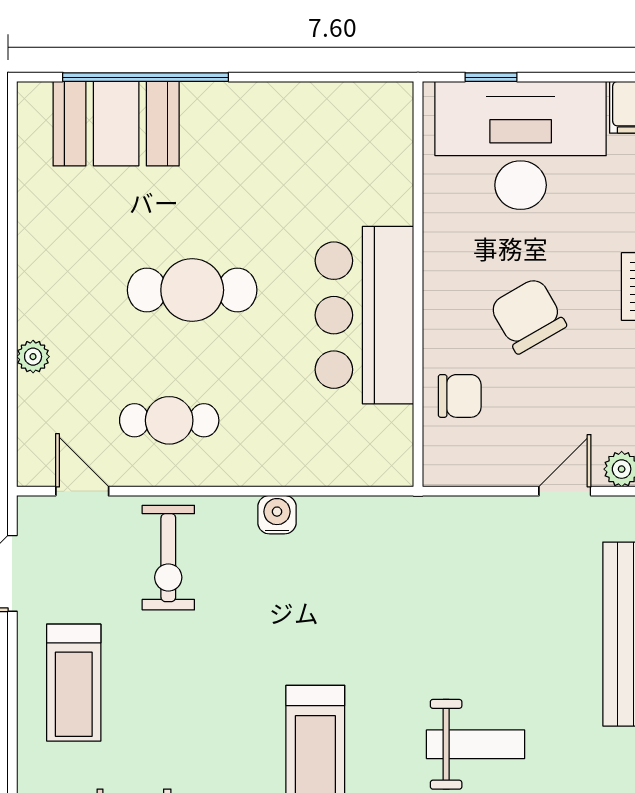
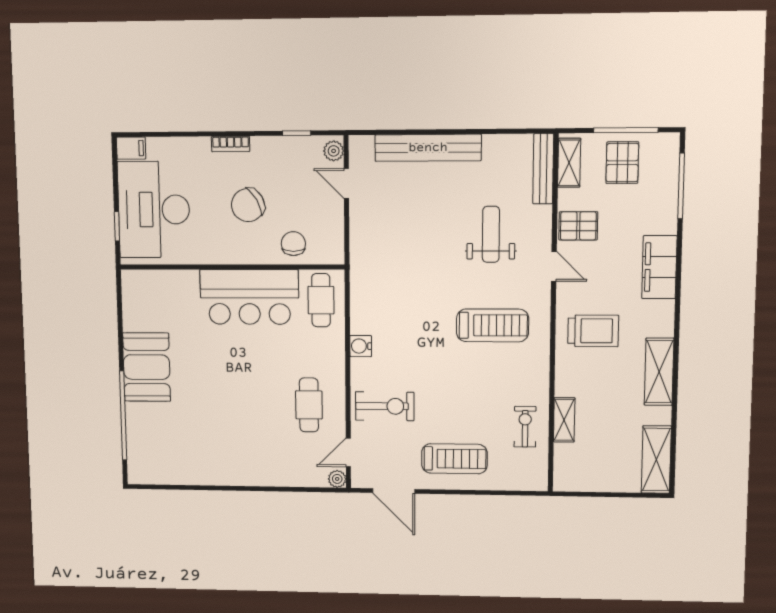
booth: (116, 124) -> (147, 367), moved
cafe table: (192, 290) -> (321, 300), moved, width x0.73, depth x0.74
plant: (33, 357) -> (337, 479), moved

